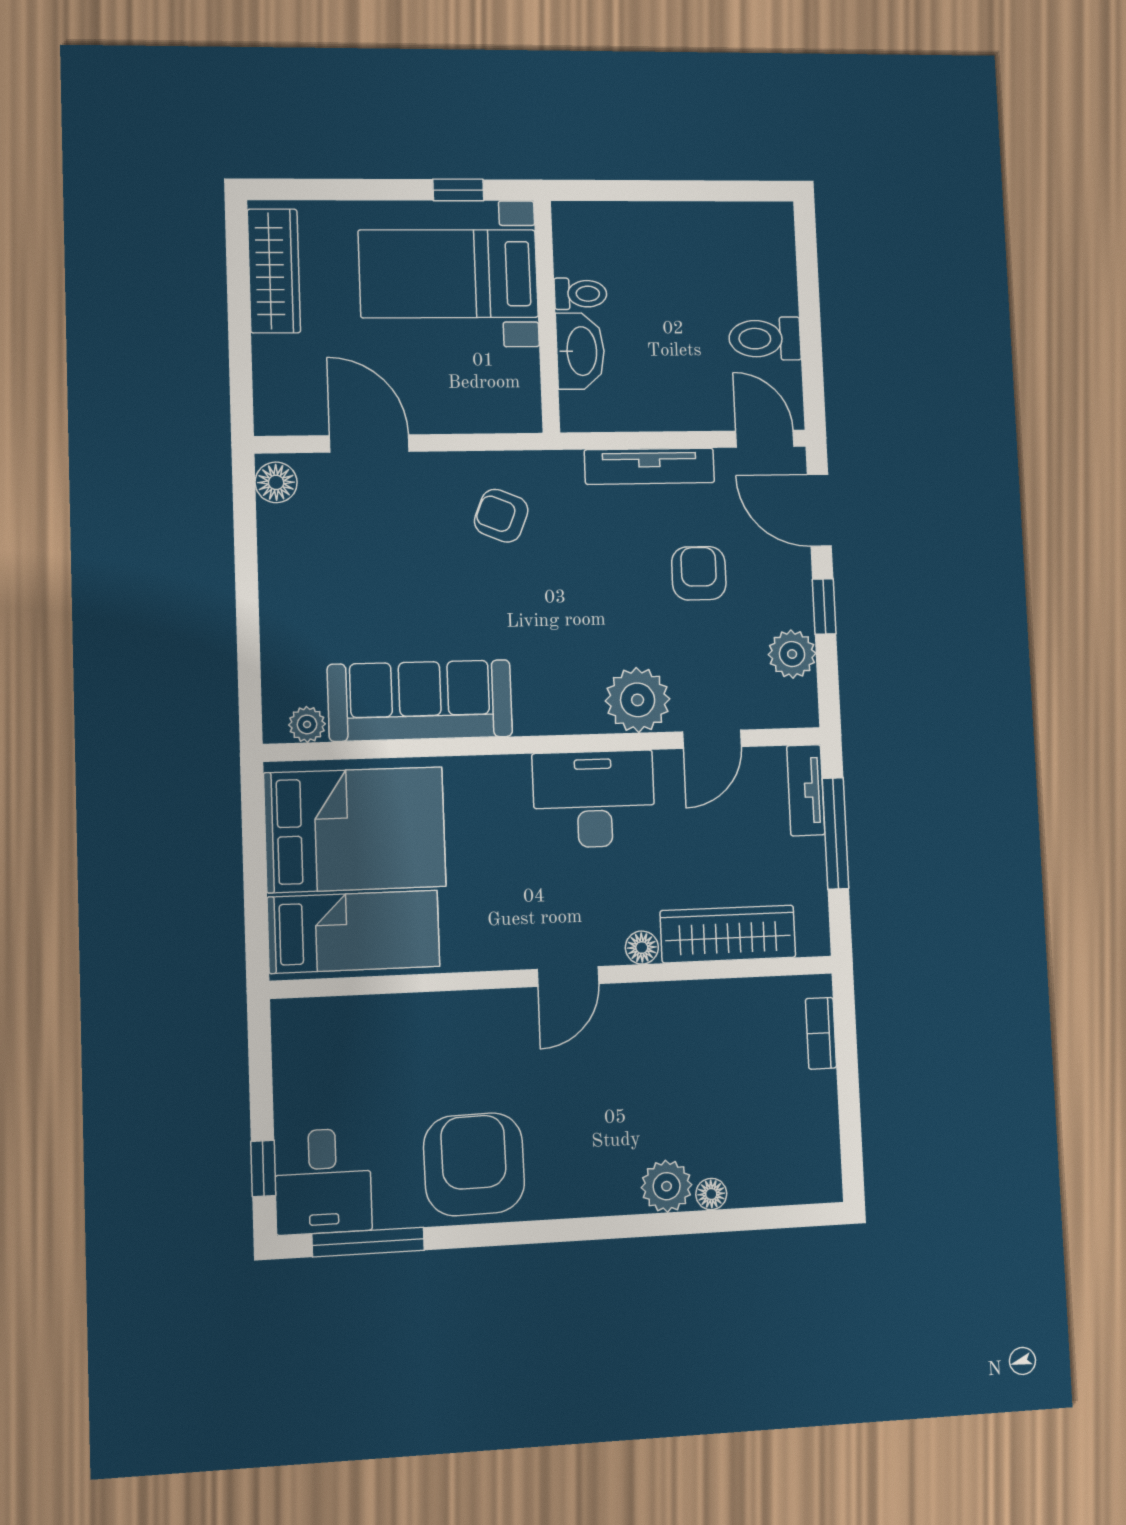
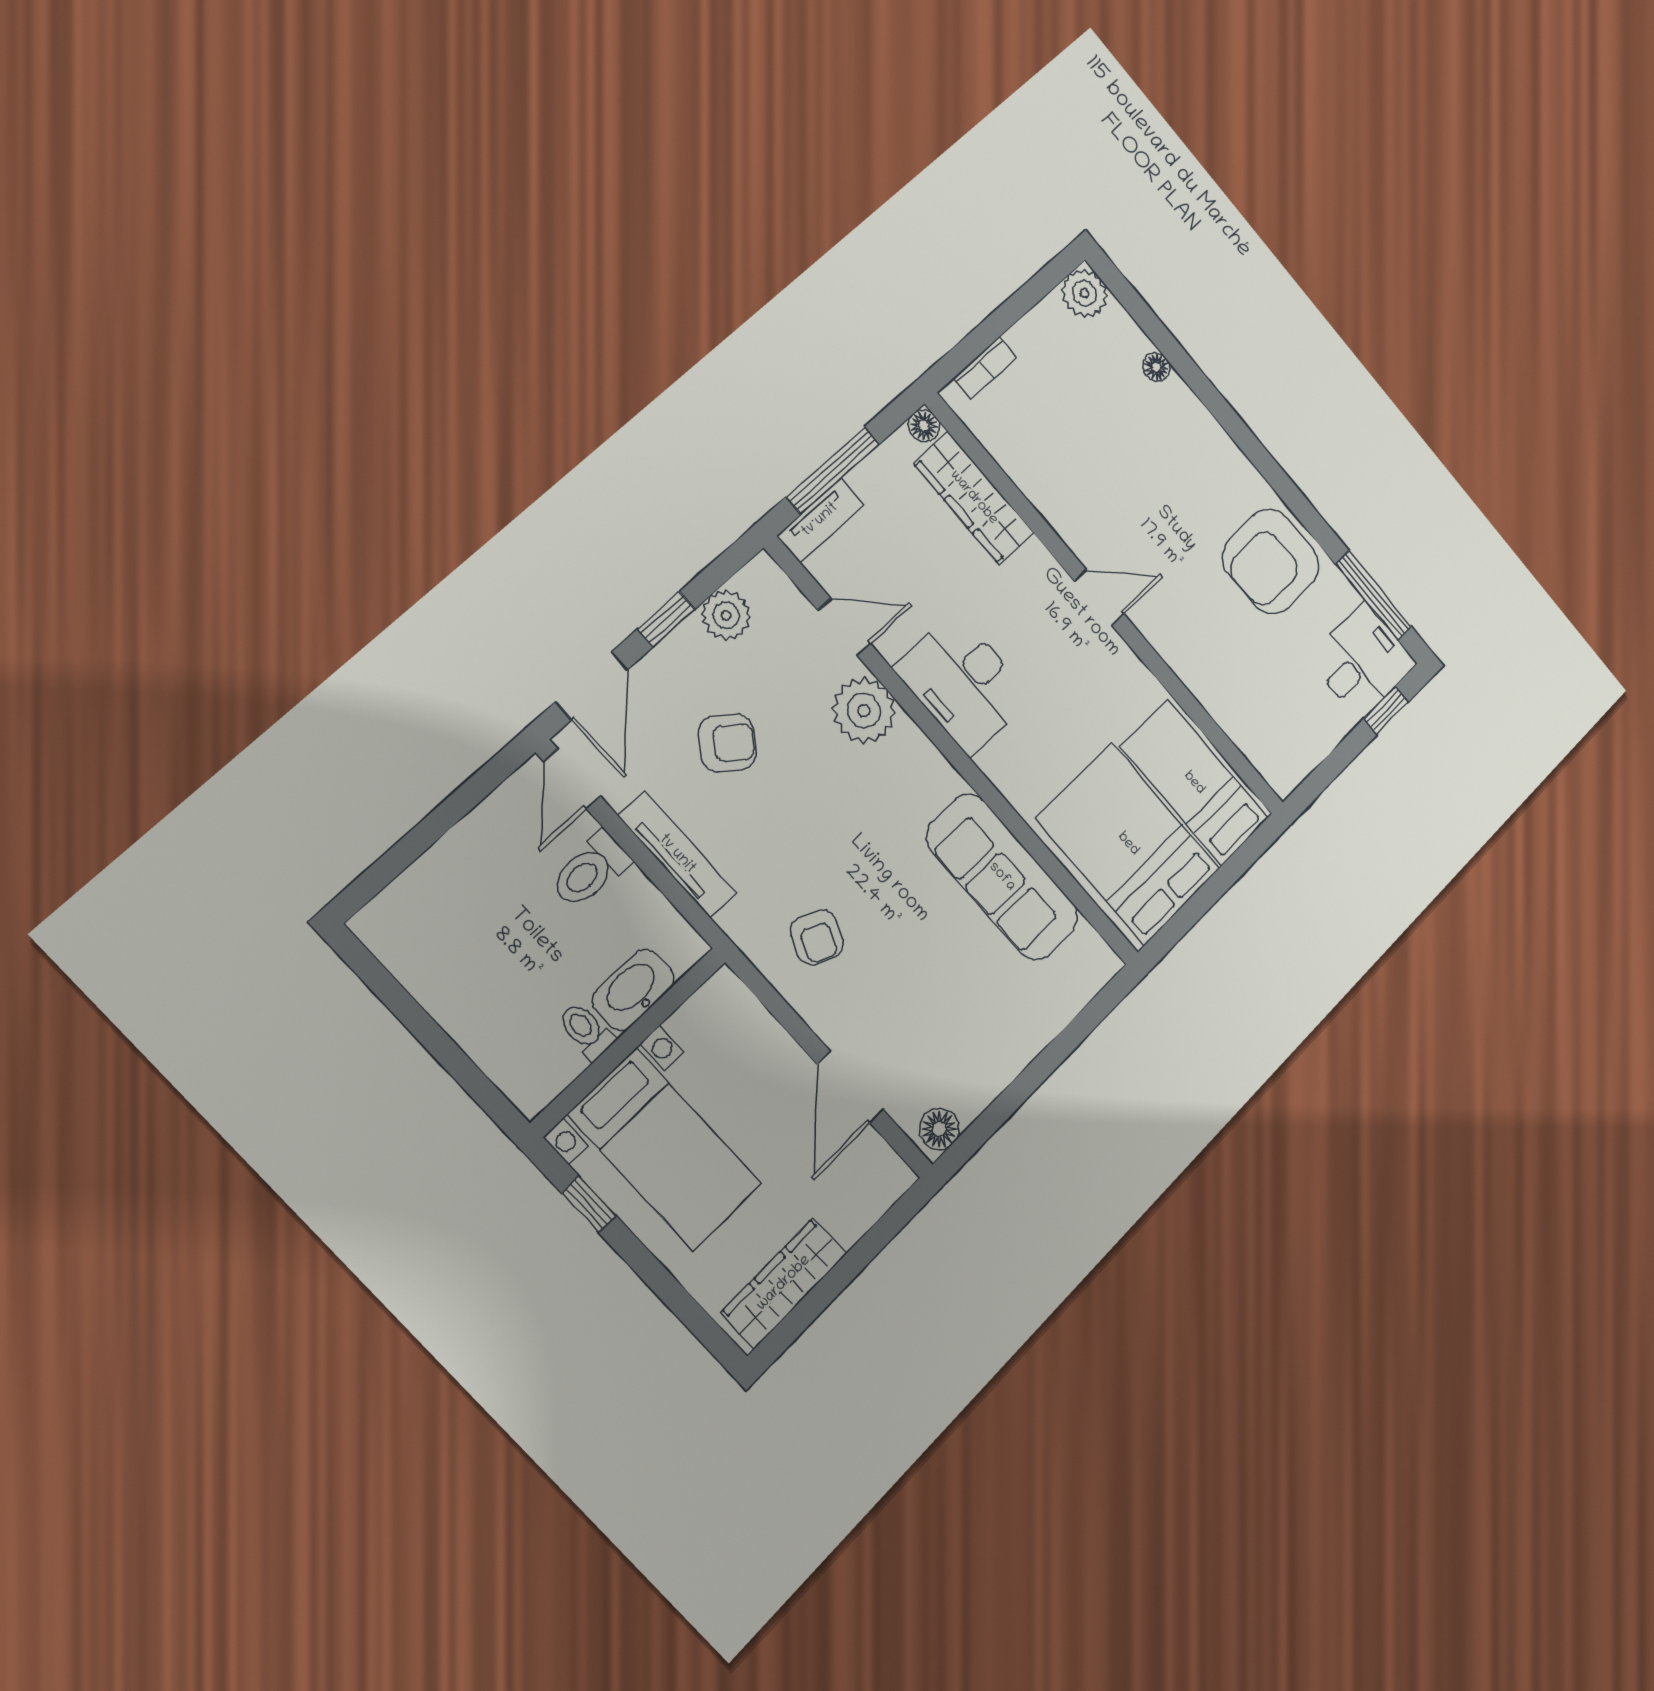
toilet: (765, 339) -> (590, 870), moved, turned 90
armchair: (699, 573) -> (727, 743), turned -144
plant: (307, 724) -> (1087, 945), removed
floor lamp: (642, 948) -> (924, 426), moved
plant: (667, 1186) -> (1084, 293), moved

